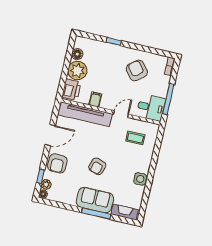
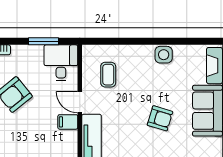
filing cabinet: (95, 99) -> (68, 122), moved
window: (168, 99) -> (44, 41), width x0.69

